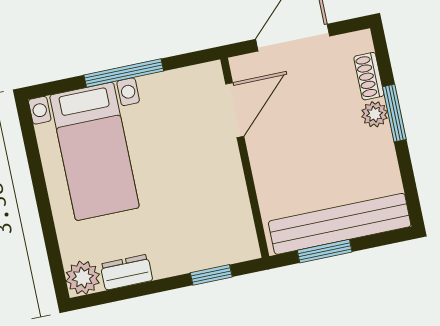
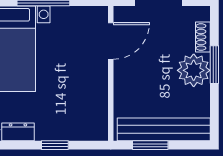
plant: (375, 114) -> (194, 70), width x1.87, depth x1.87
window: (211, 275) -> (55, 145), moved

